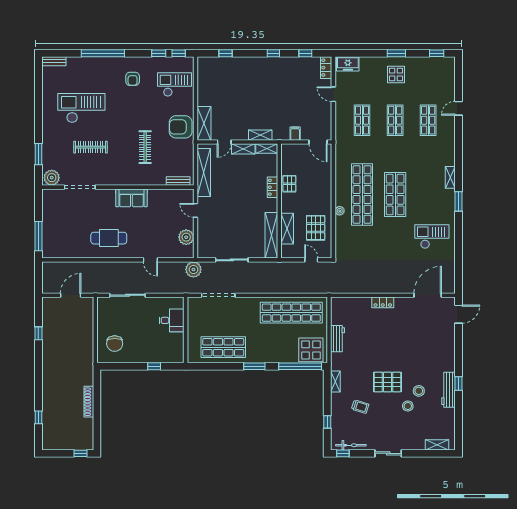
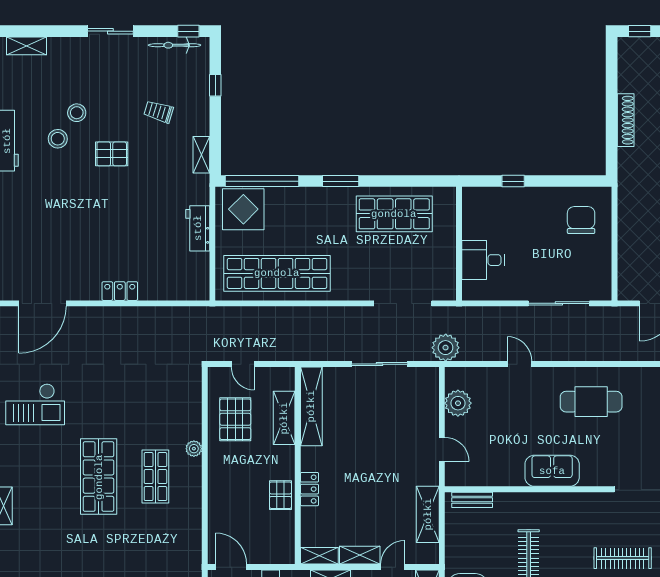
shelving: (204, 173) -> (428, 514), width x0.68
shop shelf: (362, 195) -> (155, 477), width x0.50, depth x0.74
pallet: (387, 382) -> (112, 154), width x0.67, depth x0.71

